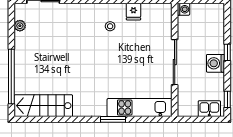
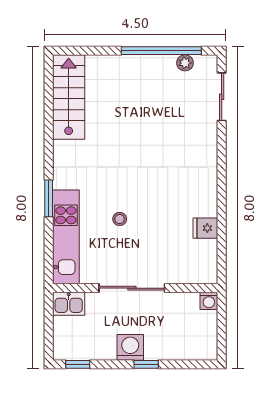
stool: (110, 26) -> (120, 219), moved
window: (11, 76) -> (161, 51), moved
kitchen sink: (209, 109) -> (69, 304), moved, turned 90

